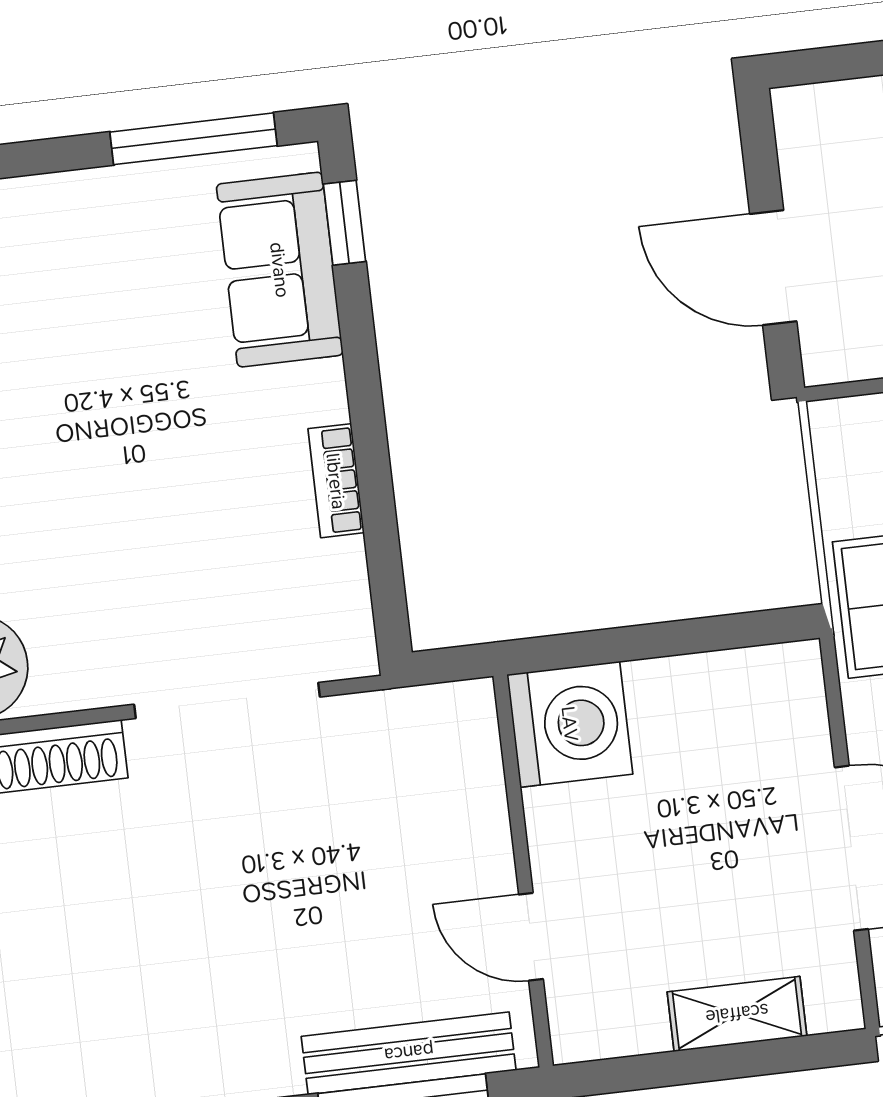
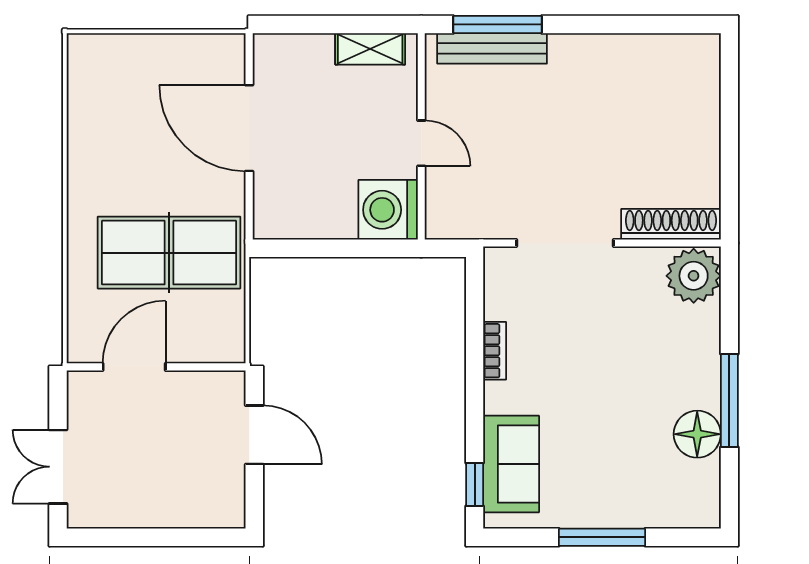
window: (193, 139) -> (602, 537), moved
door: (531, 937) -> (421, 143), moved
shelving: (737, 1014) -> (370, 49), moved

